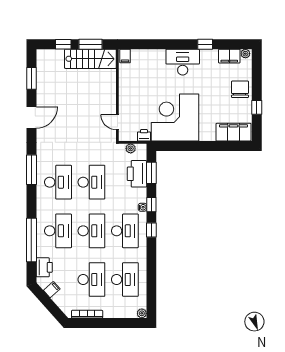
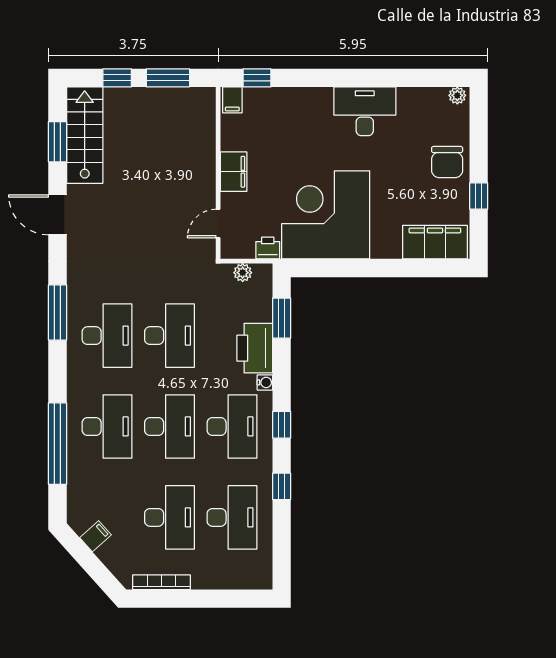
window: (205, 44) -> (257, 78), moved
filing cabinet: (229, 56) -> (234, 172), moved, turned -90
stairs: (90, 59) -> (85, 135), moved, turned -90
desk: (183, 62) -> (365, 111), moved
chair: (240, 89) -> (447, 162), turned 180
door: (31, 118) -> (57, 215), swing flipped
door: (117, 122) -> (218, 223), hinge flipped
printer: (137, 174) -> (255, 348), moved
window: (151, 205) -> (282, 486), moved
printer: (44, 267) -> (81, 495), removed
plant: (142, 313) -> (264, 581), removed

